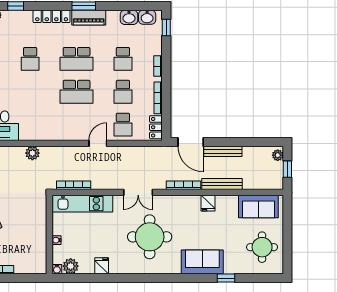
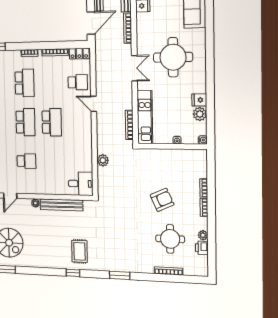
school desk: (123, 59) -> (25, 83), width x1.85
school desk: (123, 92) -> (51, 83), removed
plant: (71, 266) -> (200, 114), moved

